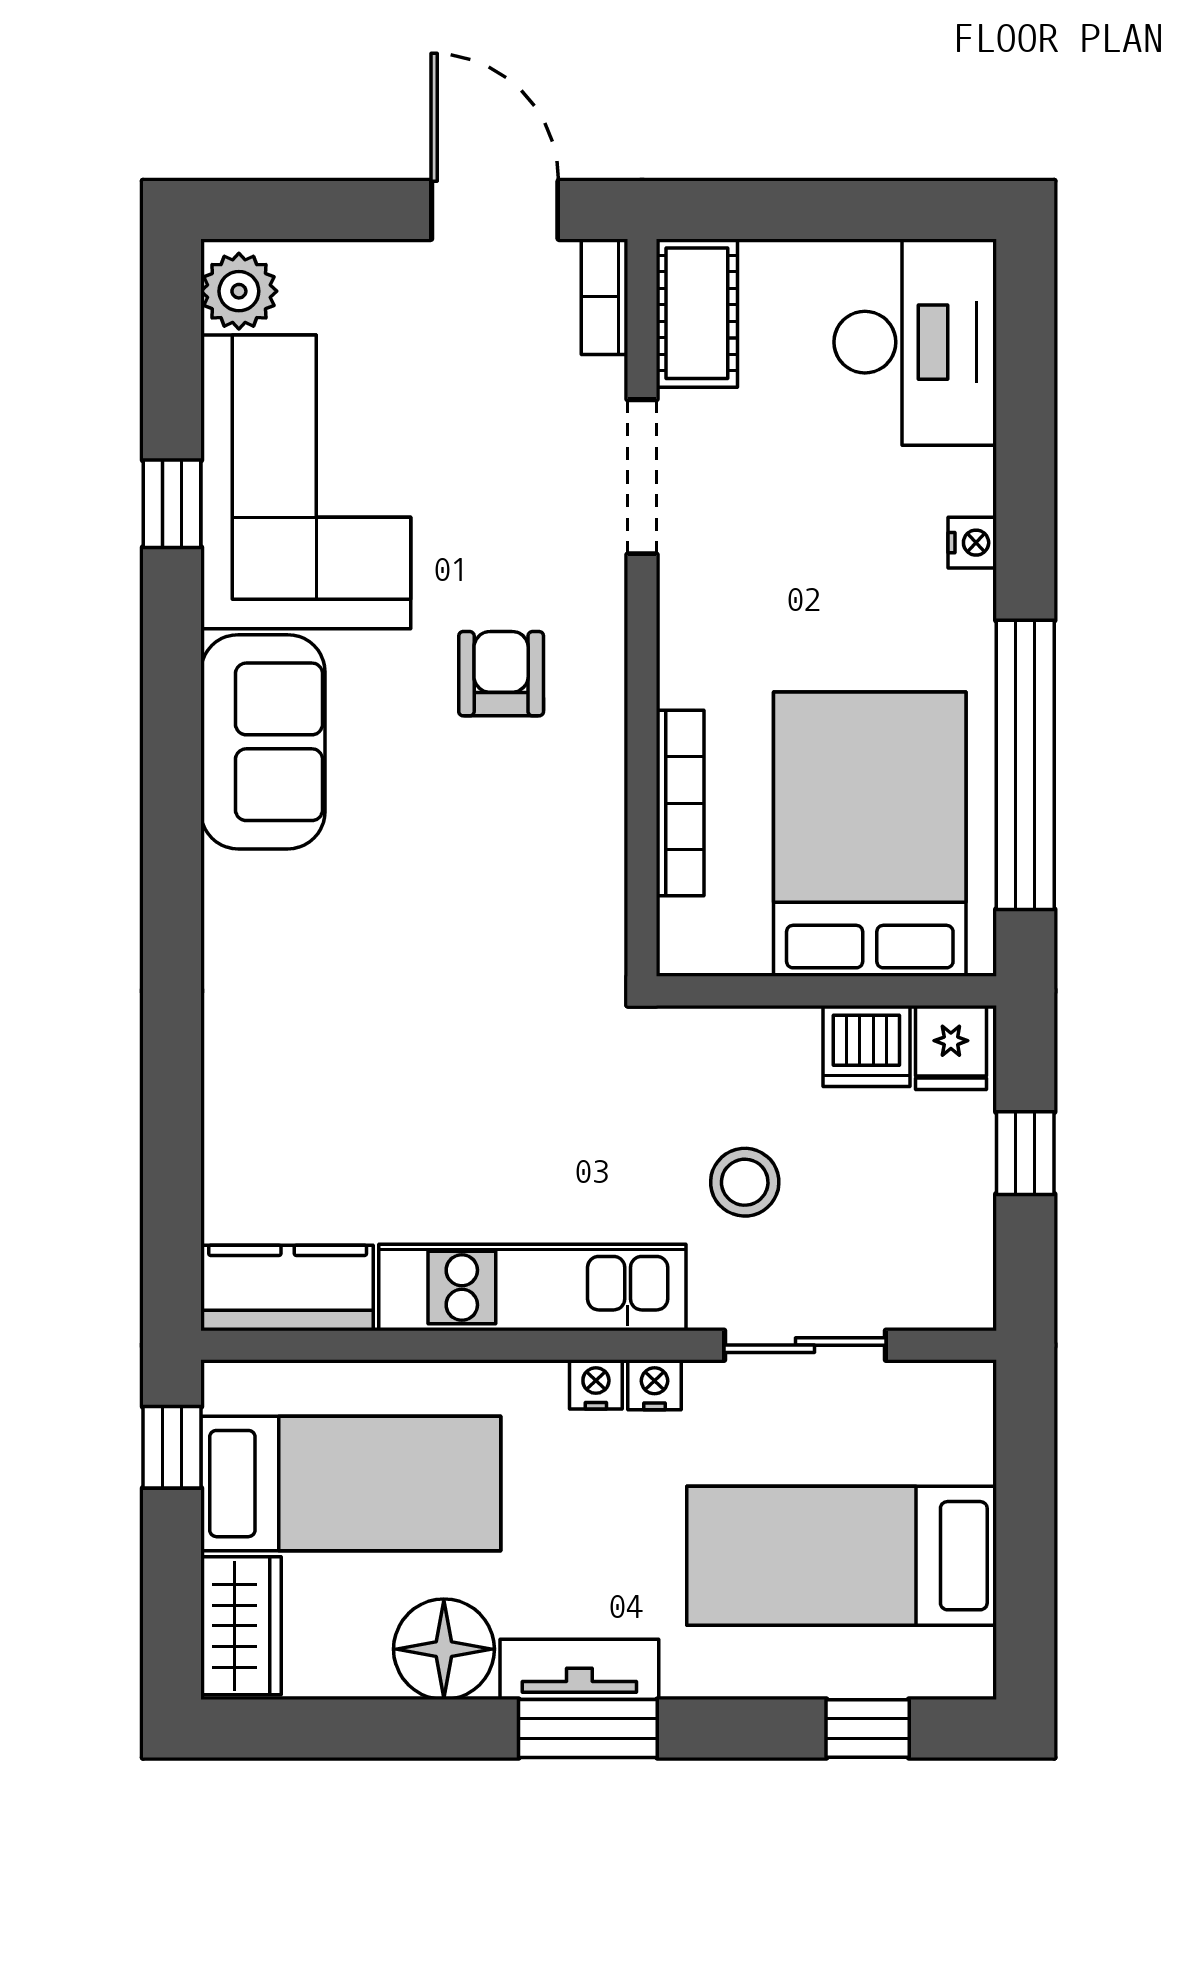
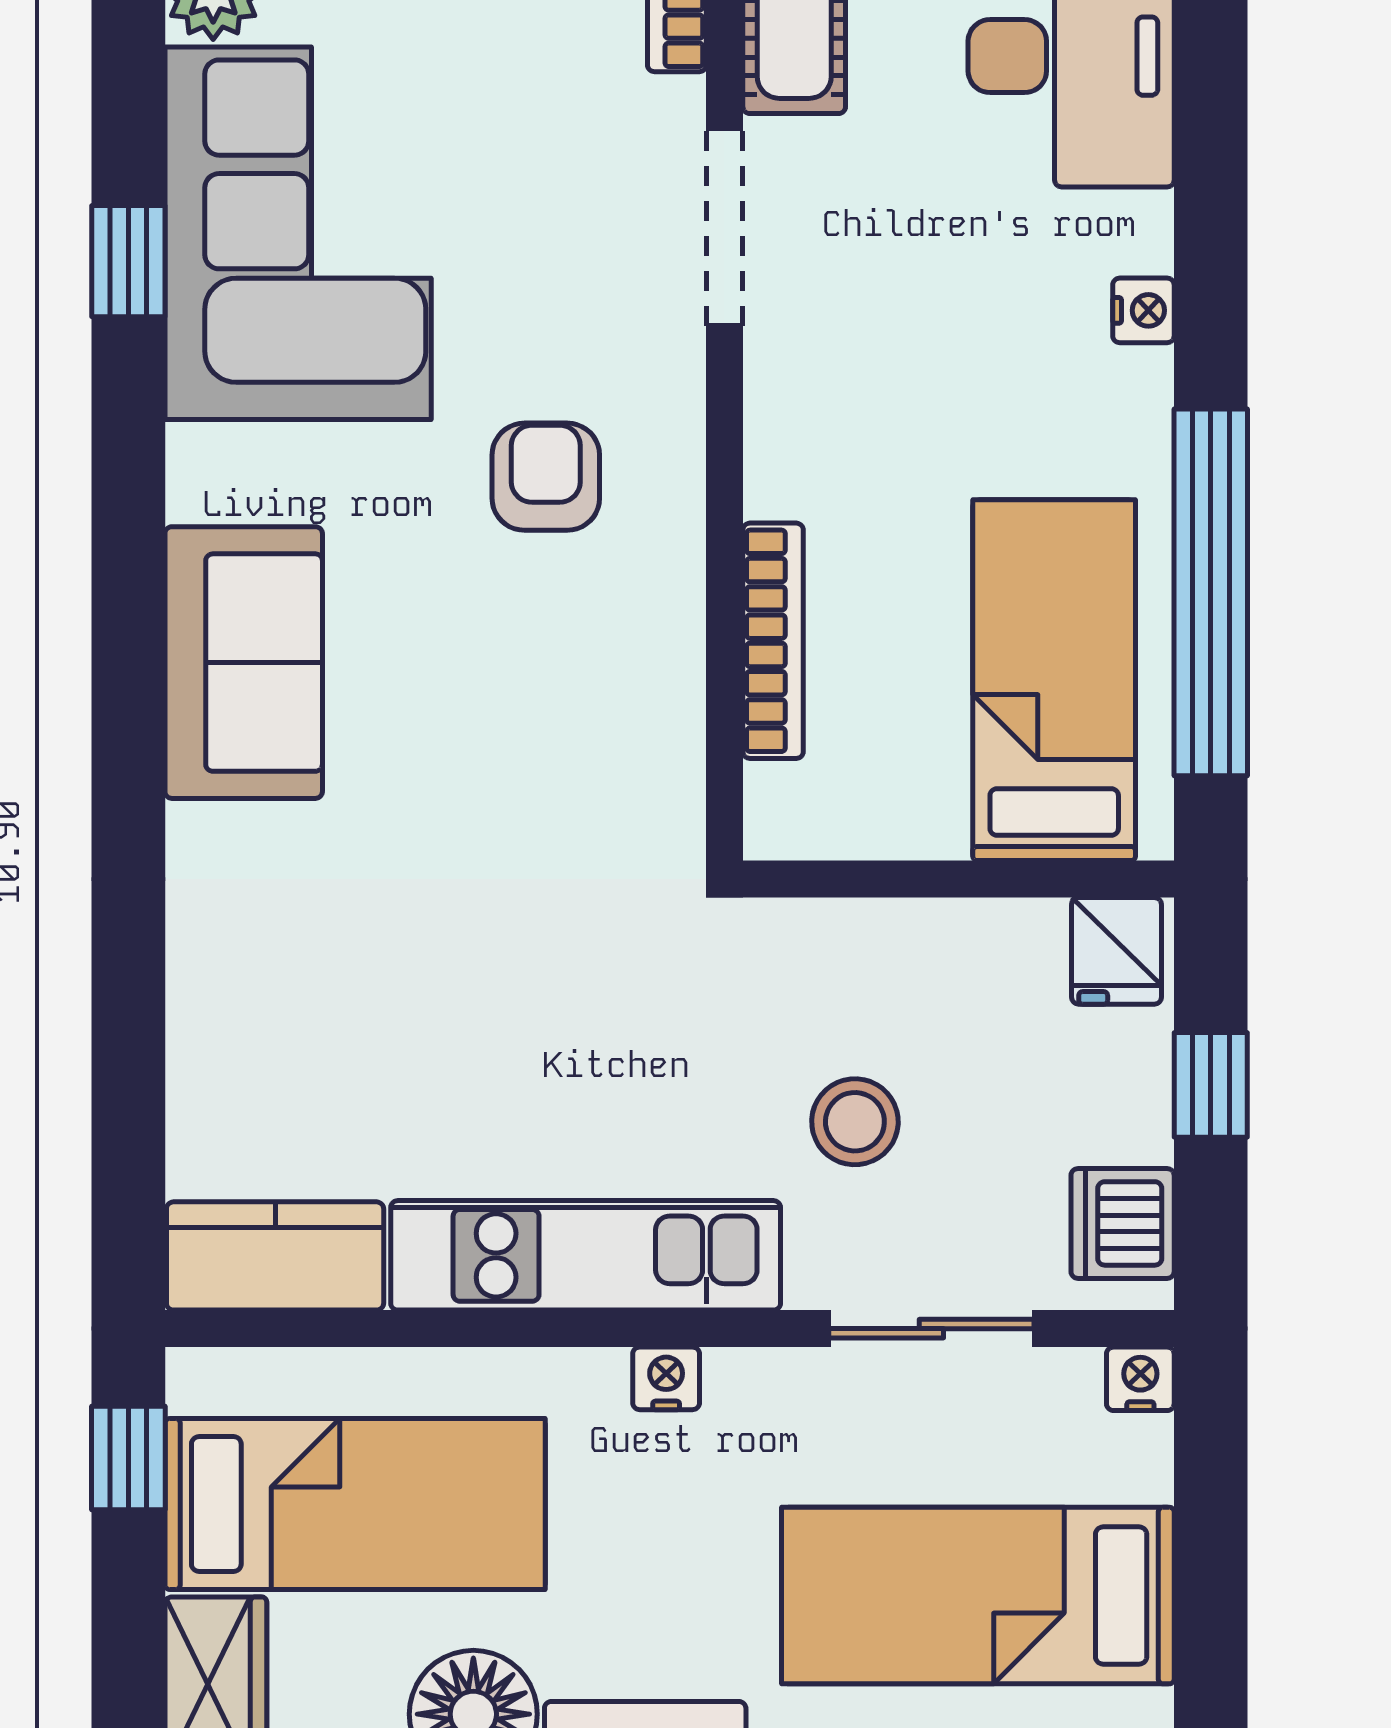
sofa: (263, 742) -> (244, 663), moved
bed: (870, 834) -> (1054, 680), width x0.67
dishwasher: (866, 1046) -> (1123, 1223), moved, turned 90
nightstand: (654, 1385) -> (1140, 1379), moved

